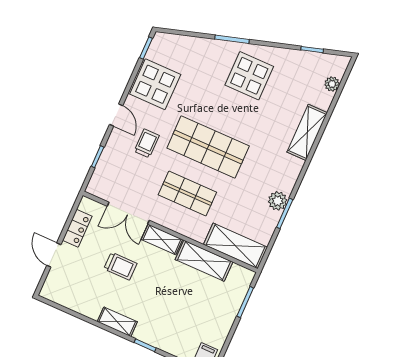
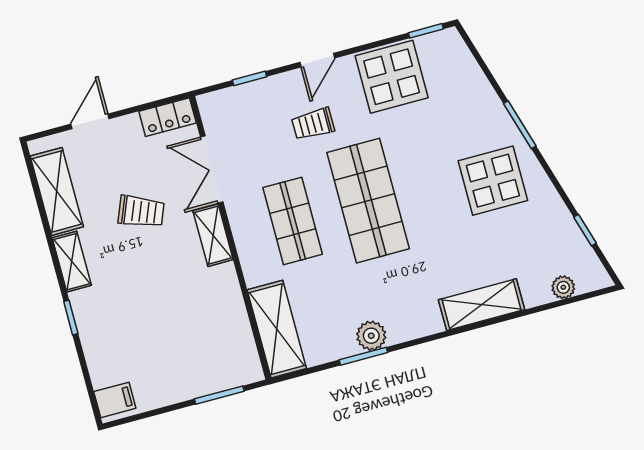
trolley: (147, 143) -> (313, 124), turned 180
locker: (77, 228) -> (168, 117), moved
shelving: (204, 261) -> (57, 191), moved
trolley: (120, 266) -> (141, 212), turned -68

